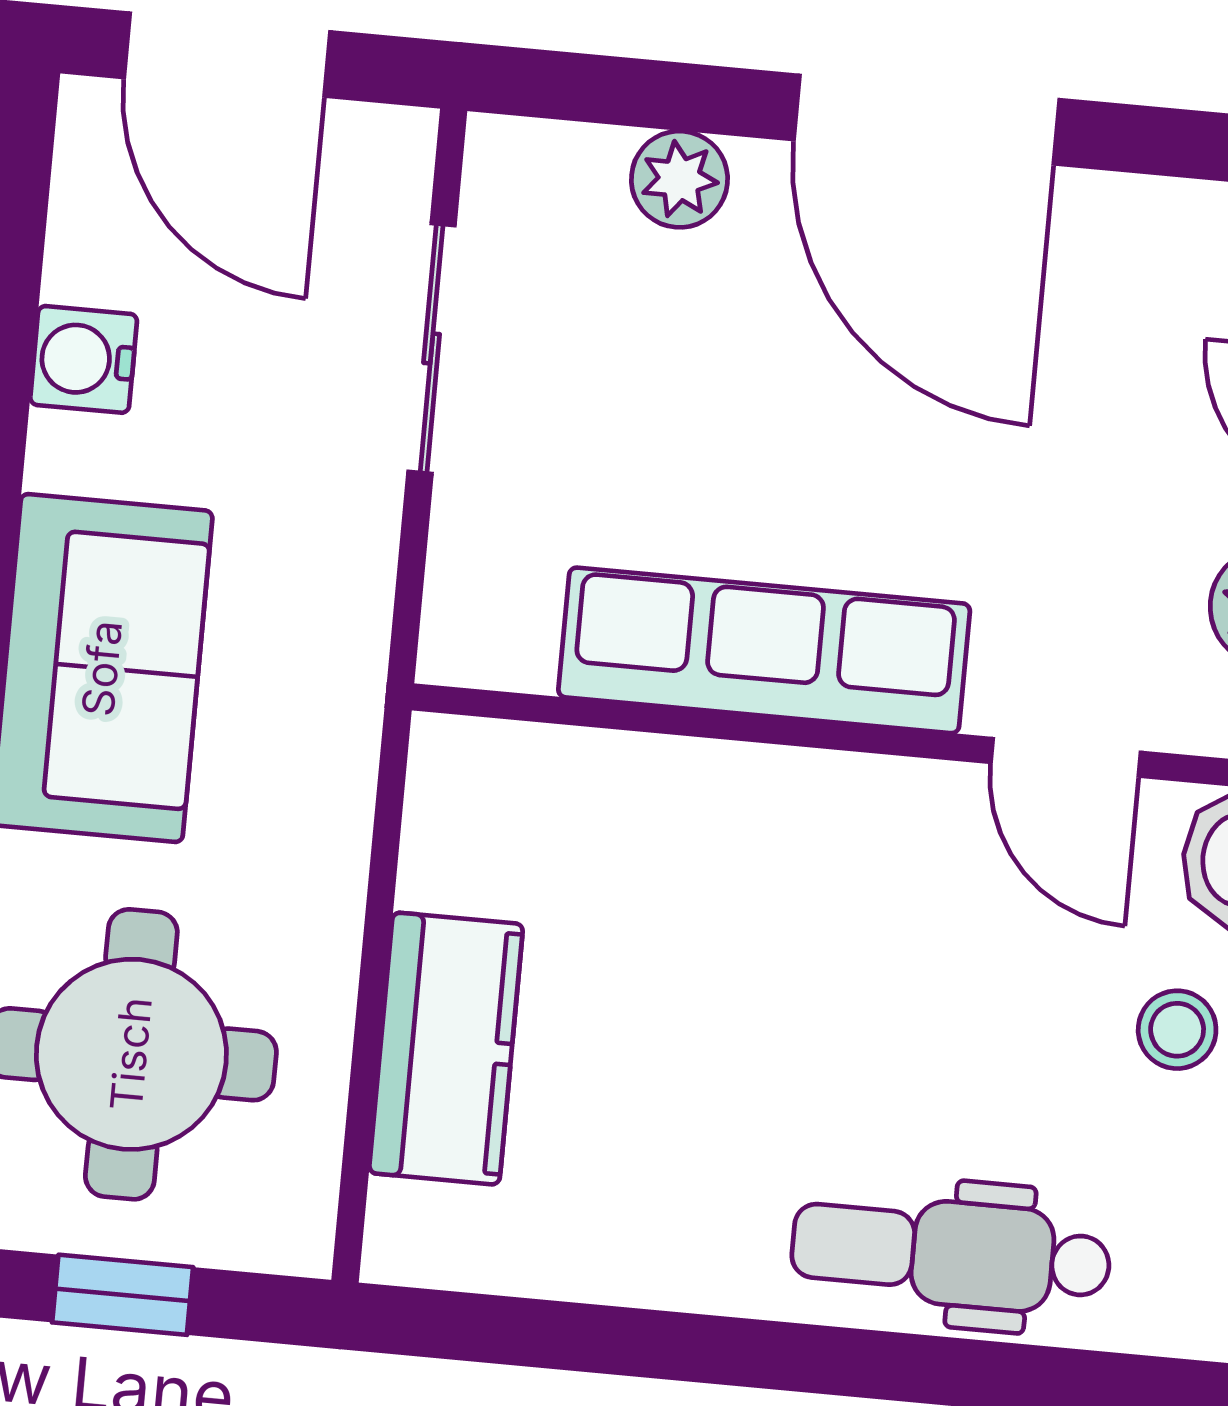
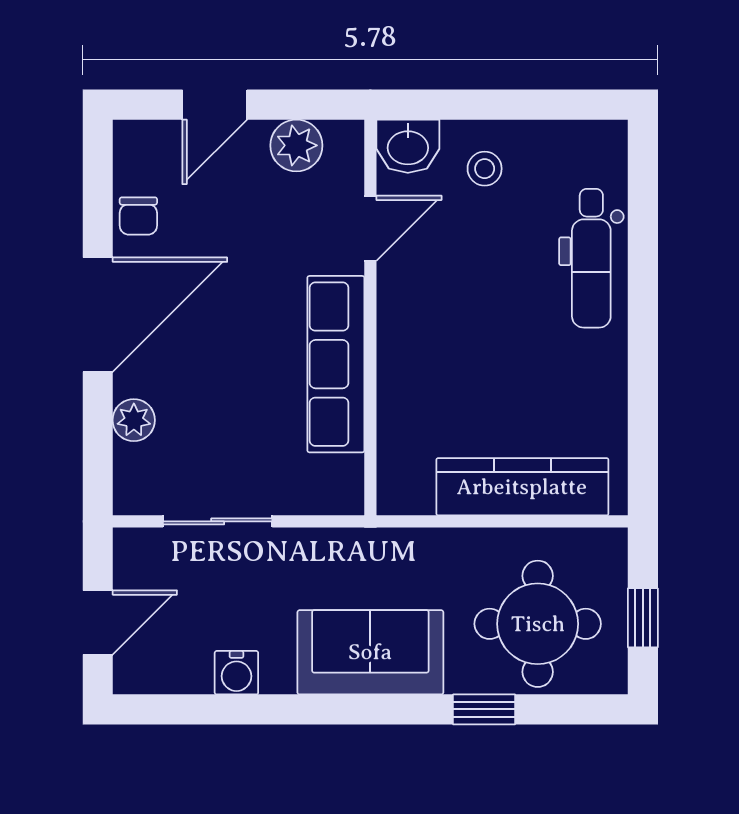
door: (227, 55) -> (98, 622), width x0.73
chair: (1143, 233) -> (138, 216), added
kitchen counter: (446, 1049) -> (522, 487), width x1.50

